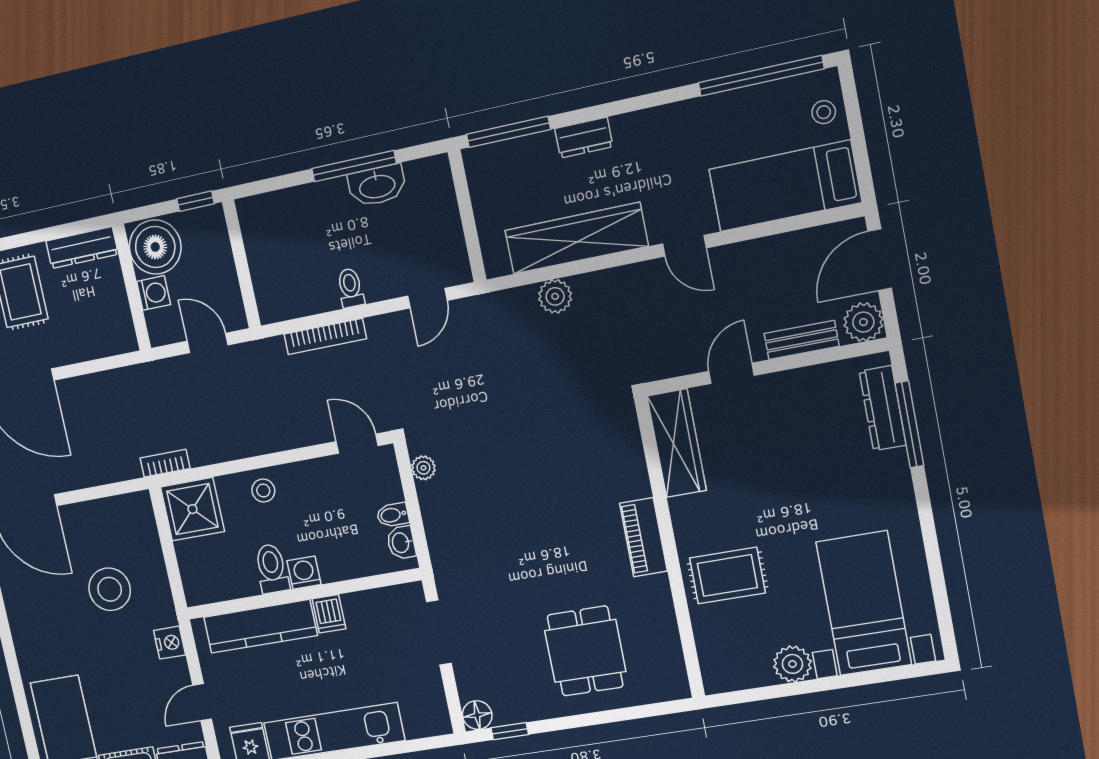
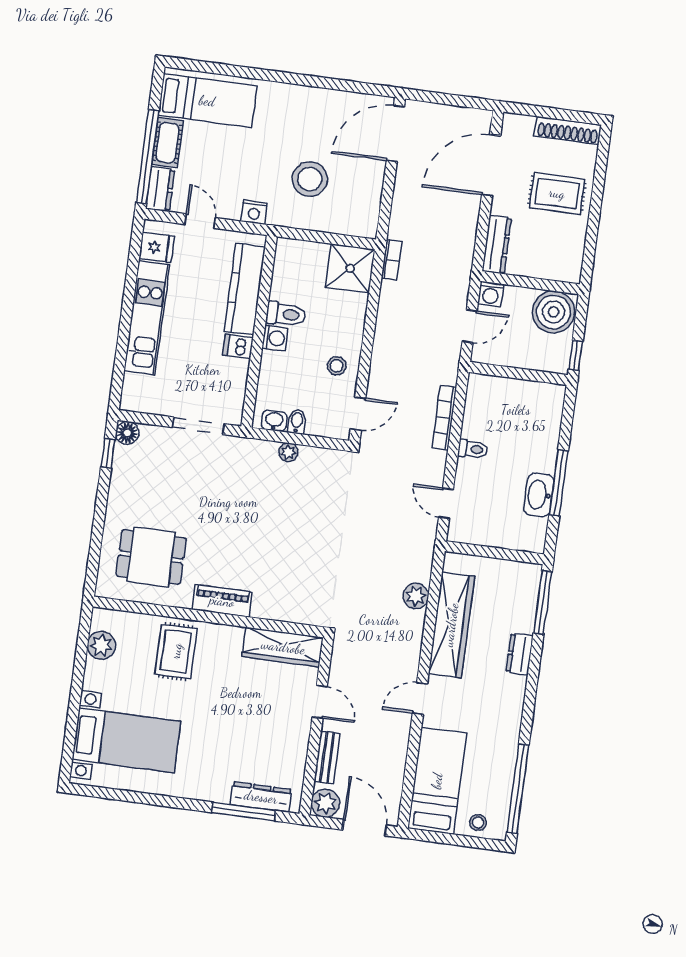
dresser: (82, 248) -> (497, 245), moved, turned 180
washing machine: (154, 293) -> (491, 294), moved
plant: (423, 468) -> (288, 452), moved
stool: (263, 491) -> (337, 366), moved
dining table: (585, 651) -> (151, 557), moved
plant: (792, 664) -> (101, 645), moved

